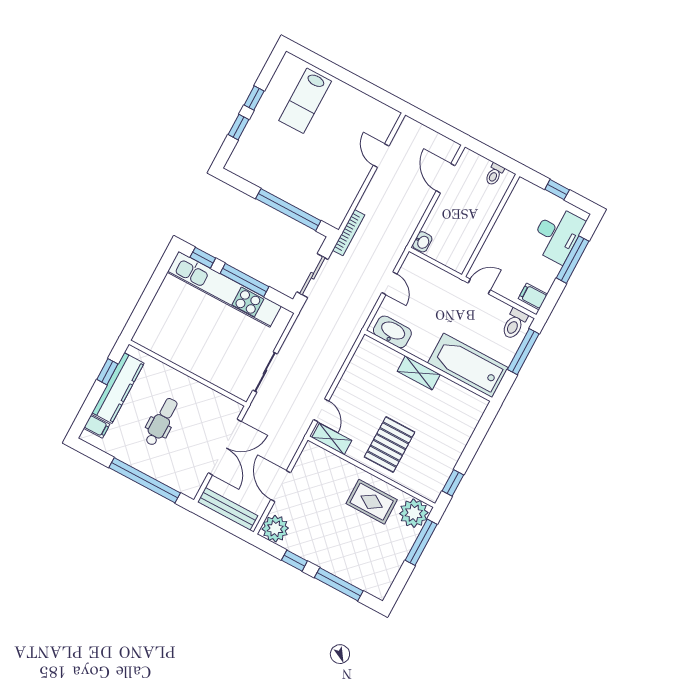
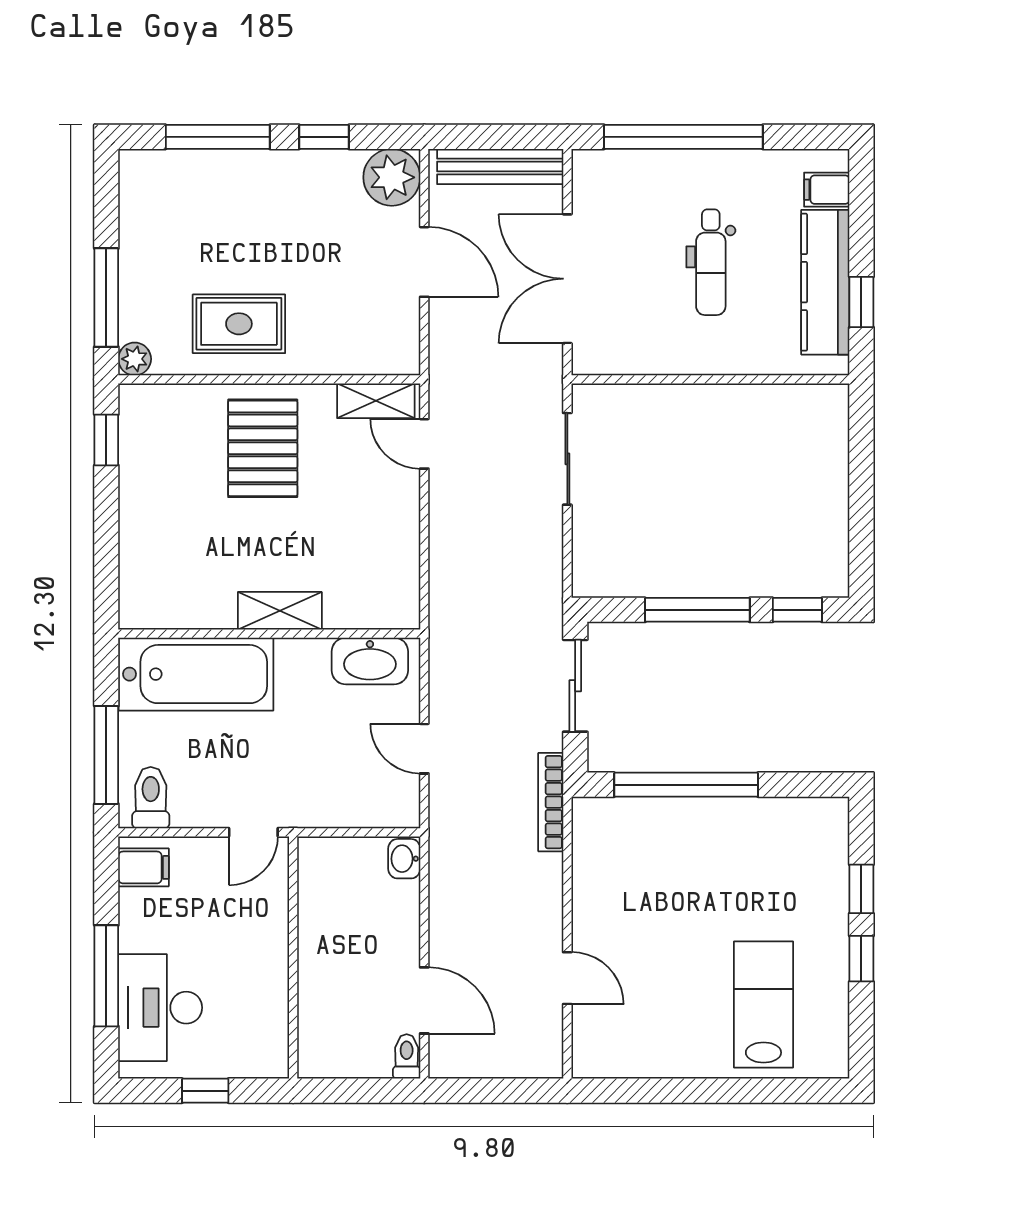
toilet: (494, 174) -> (407, 1056), moved
kitchen unit: (224, 289) -> (726, 572), removed
plant: (414, 513) -> (135, 359), width x0.53, depth x0.53

